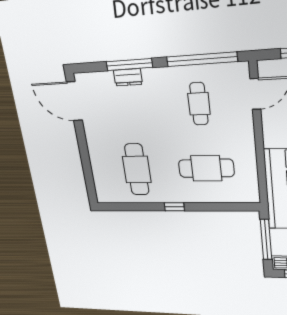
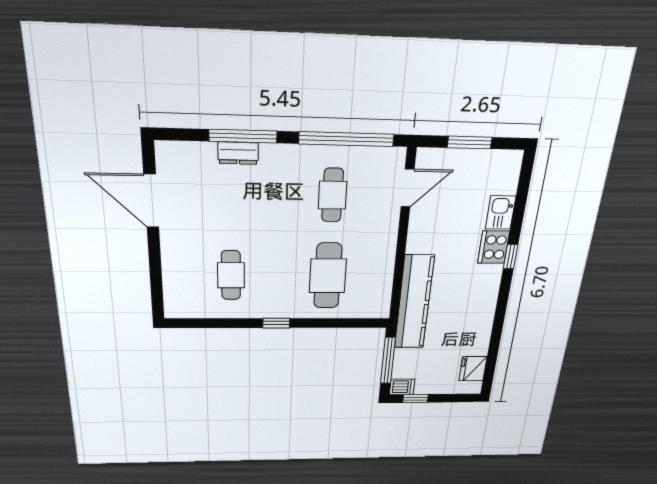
door: (74, 101) -> (151, 201), moved
cafe table: (206, 168) -> (328, 276), turned 90
cafe table: (137, 169) -> (231, 275), width x0.73, depth x0.74

